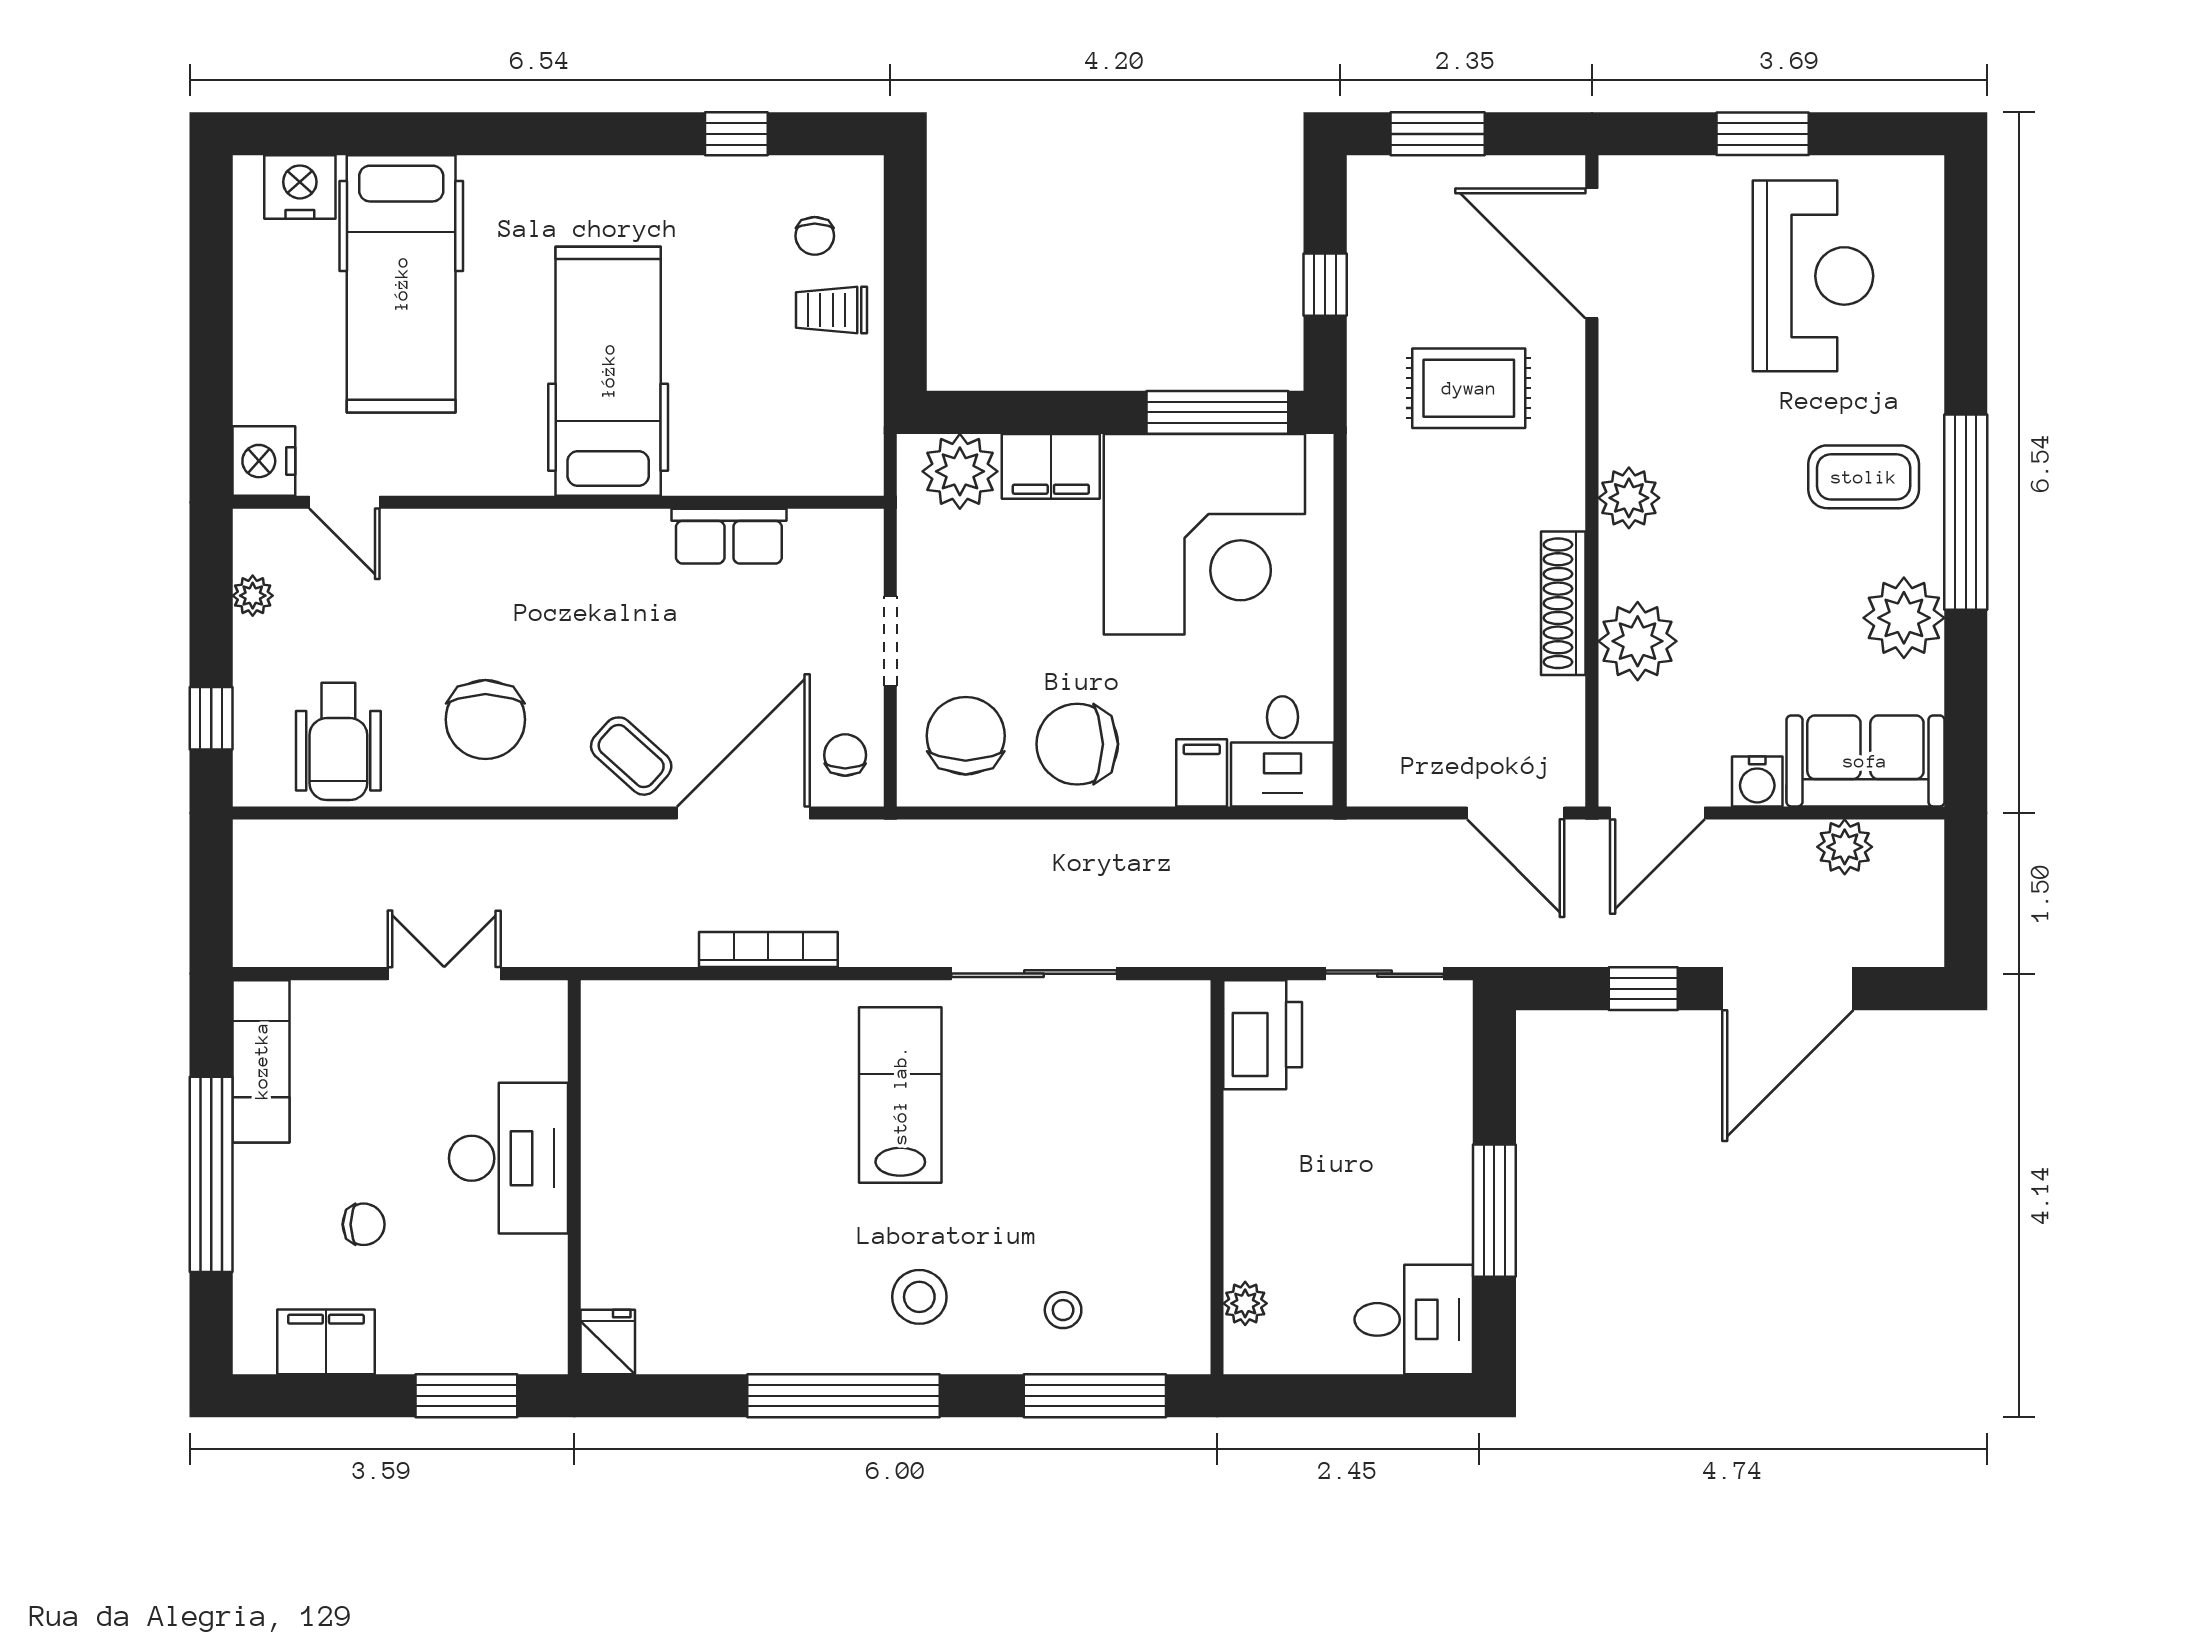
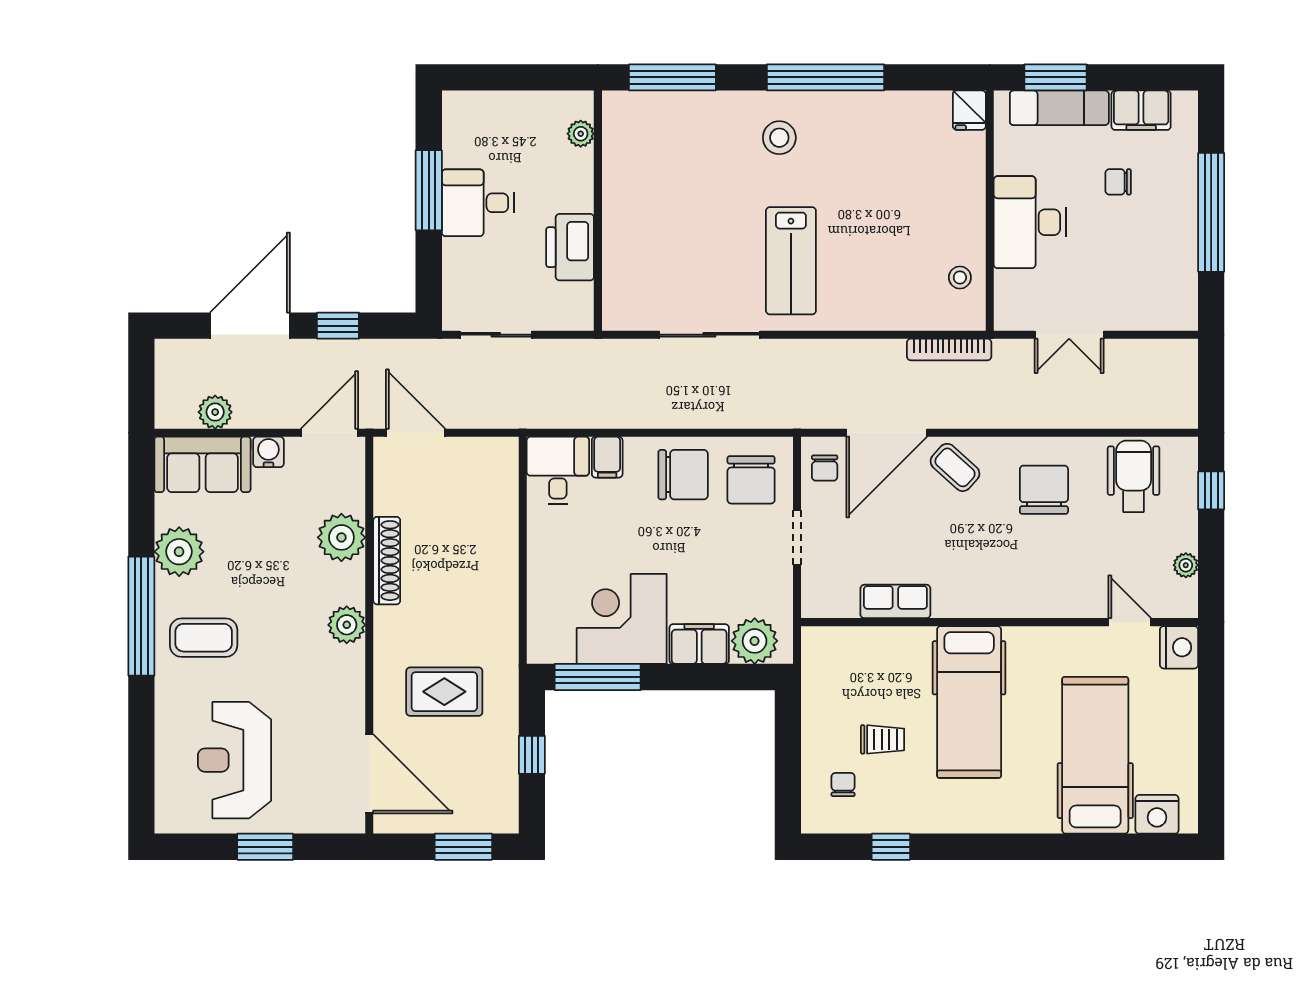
trolley: (832, 310) -> (883, 739), moved
corner desk: (1204, 534) -> (622, 619), width x0.74, depth x0.74
bookcase: (768, 949) -> (949, 349), moved
printer: (1263, 1035) -> (570, 247), moved
exam couch: (261, 1061) -> (1059, 108), moved, turned -90
stool: (1063, 1310) -> (960, 277), moved
desk: (1414, 1319) -> (478, 203), moved

